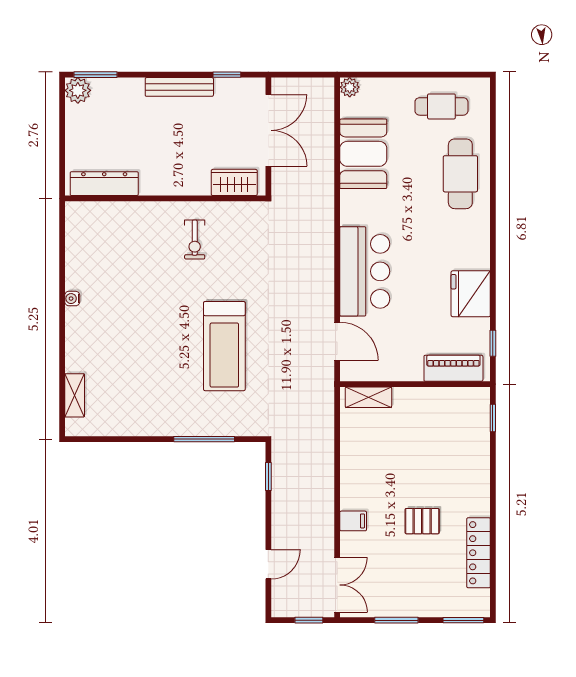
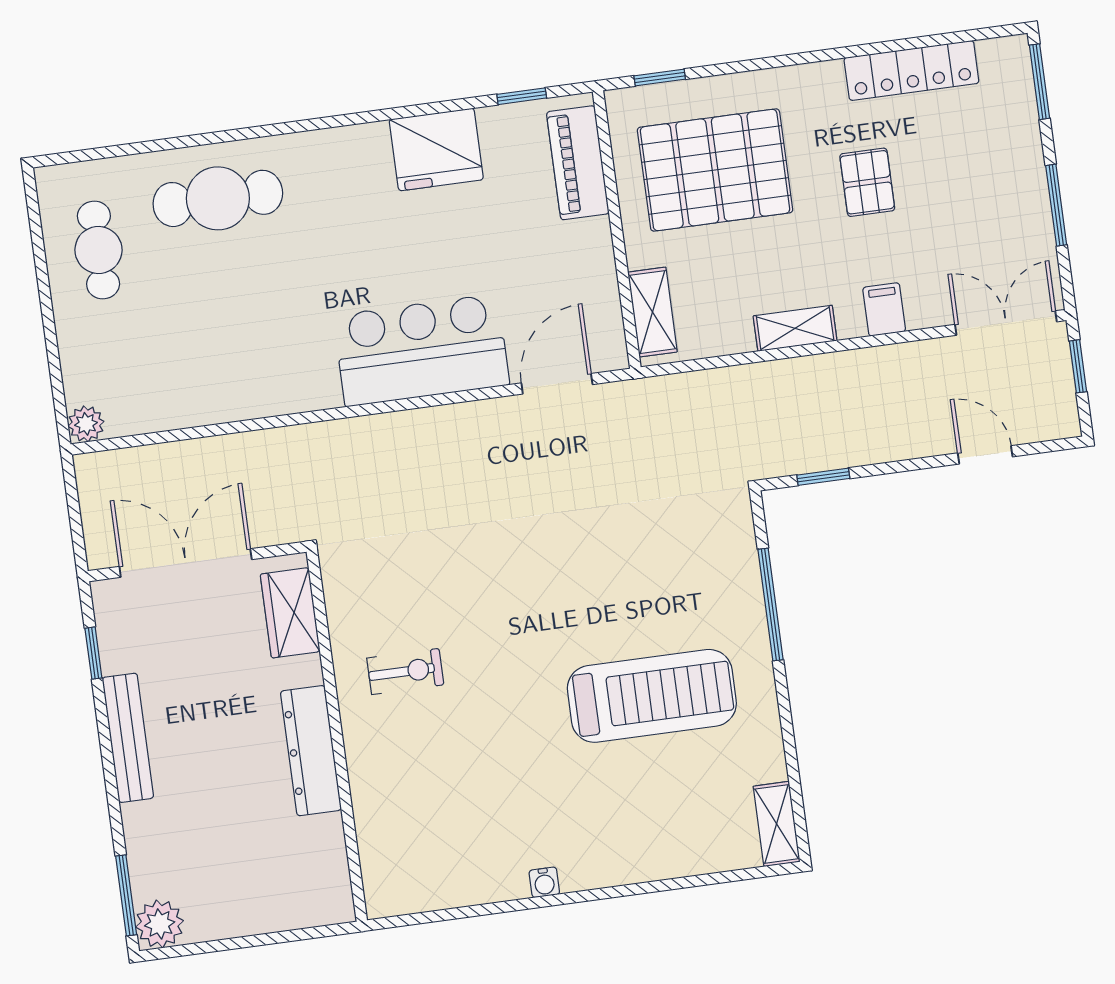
booth: (363, 154) -> (205, 382), removed
dresser: (104, 184) -> (311, 751), moved
treadmill: (224, 346) -> (652, 696), moved
shelving: (75, 395) -> (777, 824), moved, turned 90
pallet: (440, 441) -> (715, 170), added
shelving: (349, 472) -> (795, 328), added

